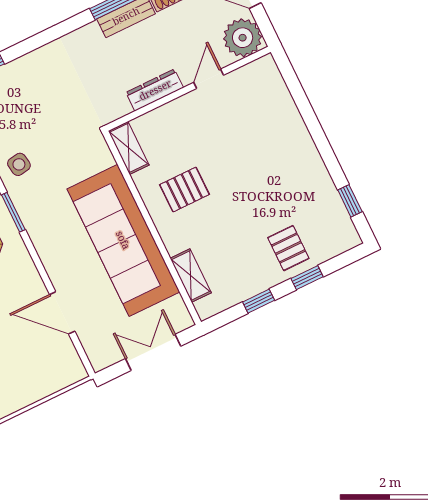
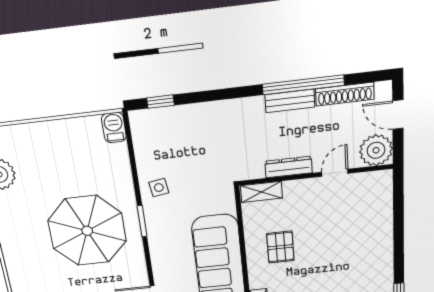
shelving: (129, 148) -> (261, 192), moved, turned 90
pallet: (184, 190) -> (280, 247), turned 90

